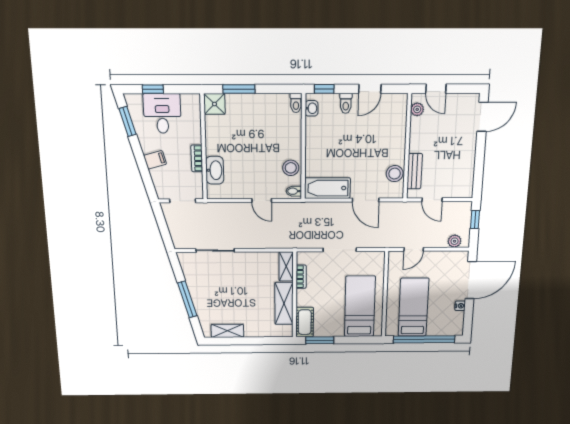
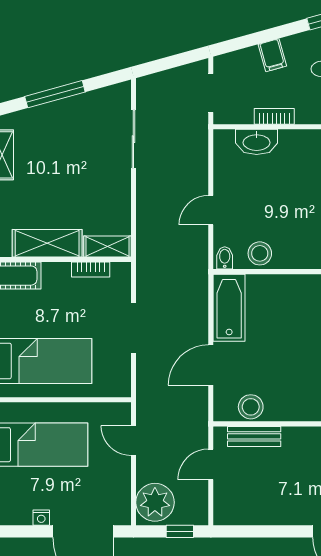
plant: (455, 241) -> (155, 502), width x1.87, depth x1.87

